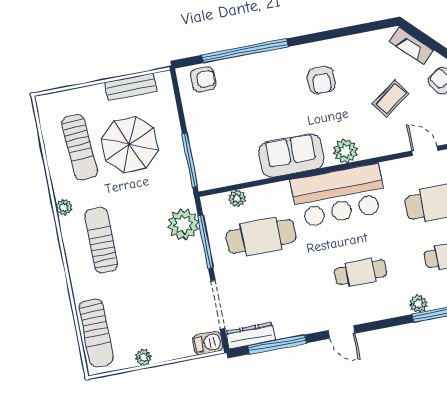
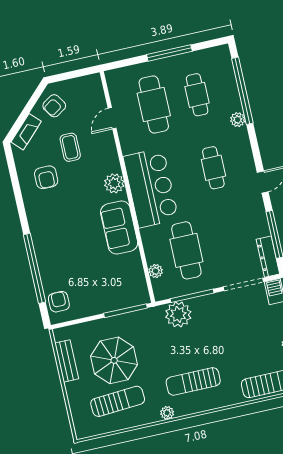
armchair: (321, 80) -> (46, 177), moved, turned 90
coffee table: (391, 99) -> (70, 147), turned 36

